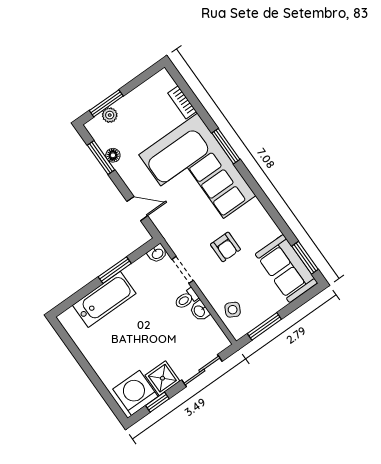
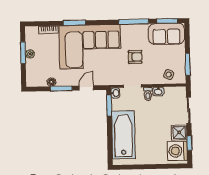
window: (106, 103) -> (23, 53), moved
plant: (110, 115) -> (30, 54), moved
window: (226, 146) -> (74, 23), moved
window: (101, 158) -> (61, 88), moved
window: (273, 212) -> (134, 22), added
window: (115, 270) -> (109, 106), moved
bathtub: (104, 299) -> (123, 135), width x1.36, depth x1.36

